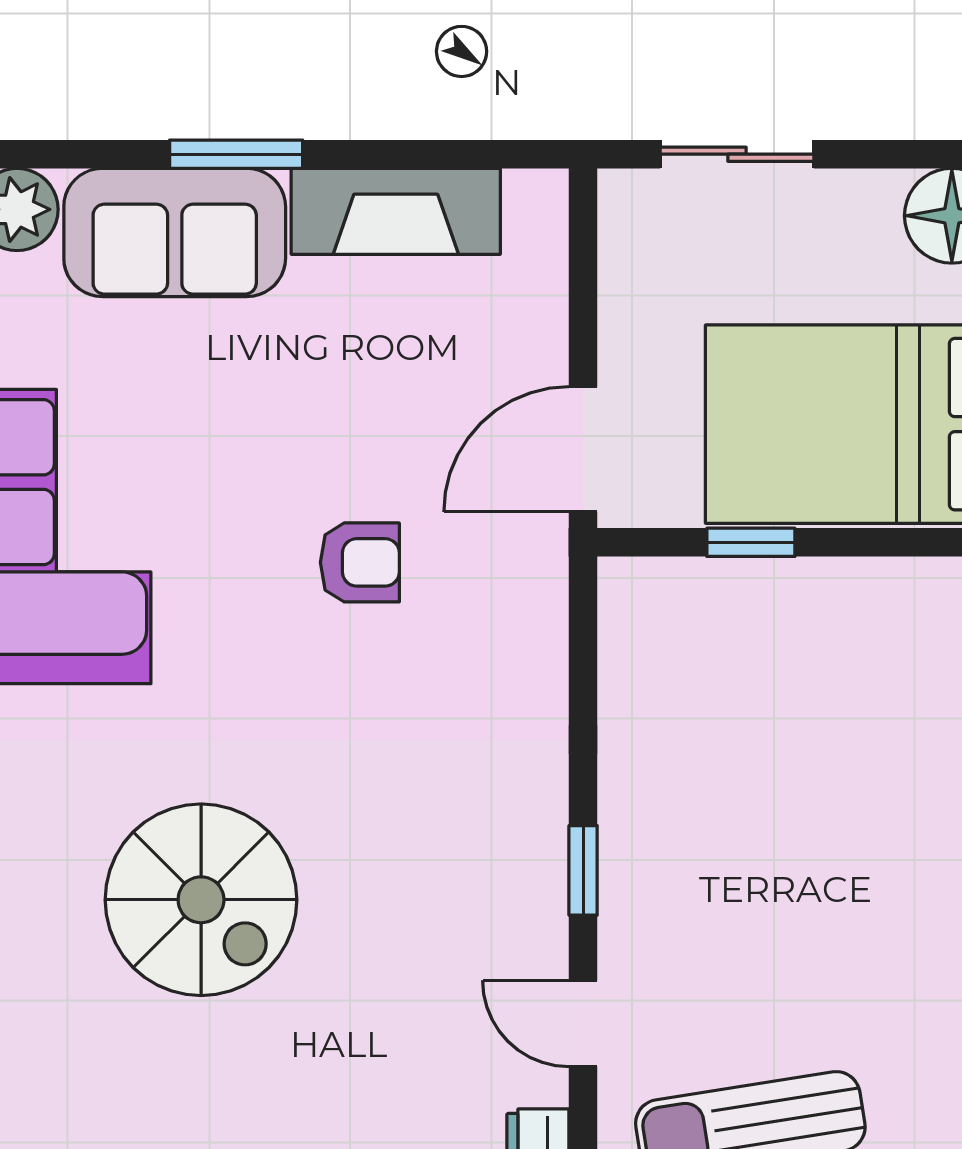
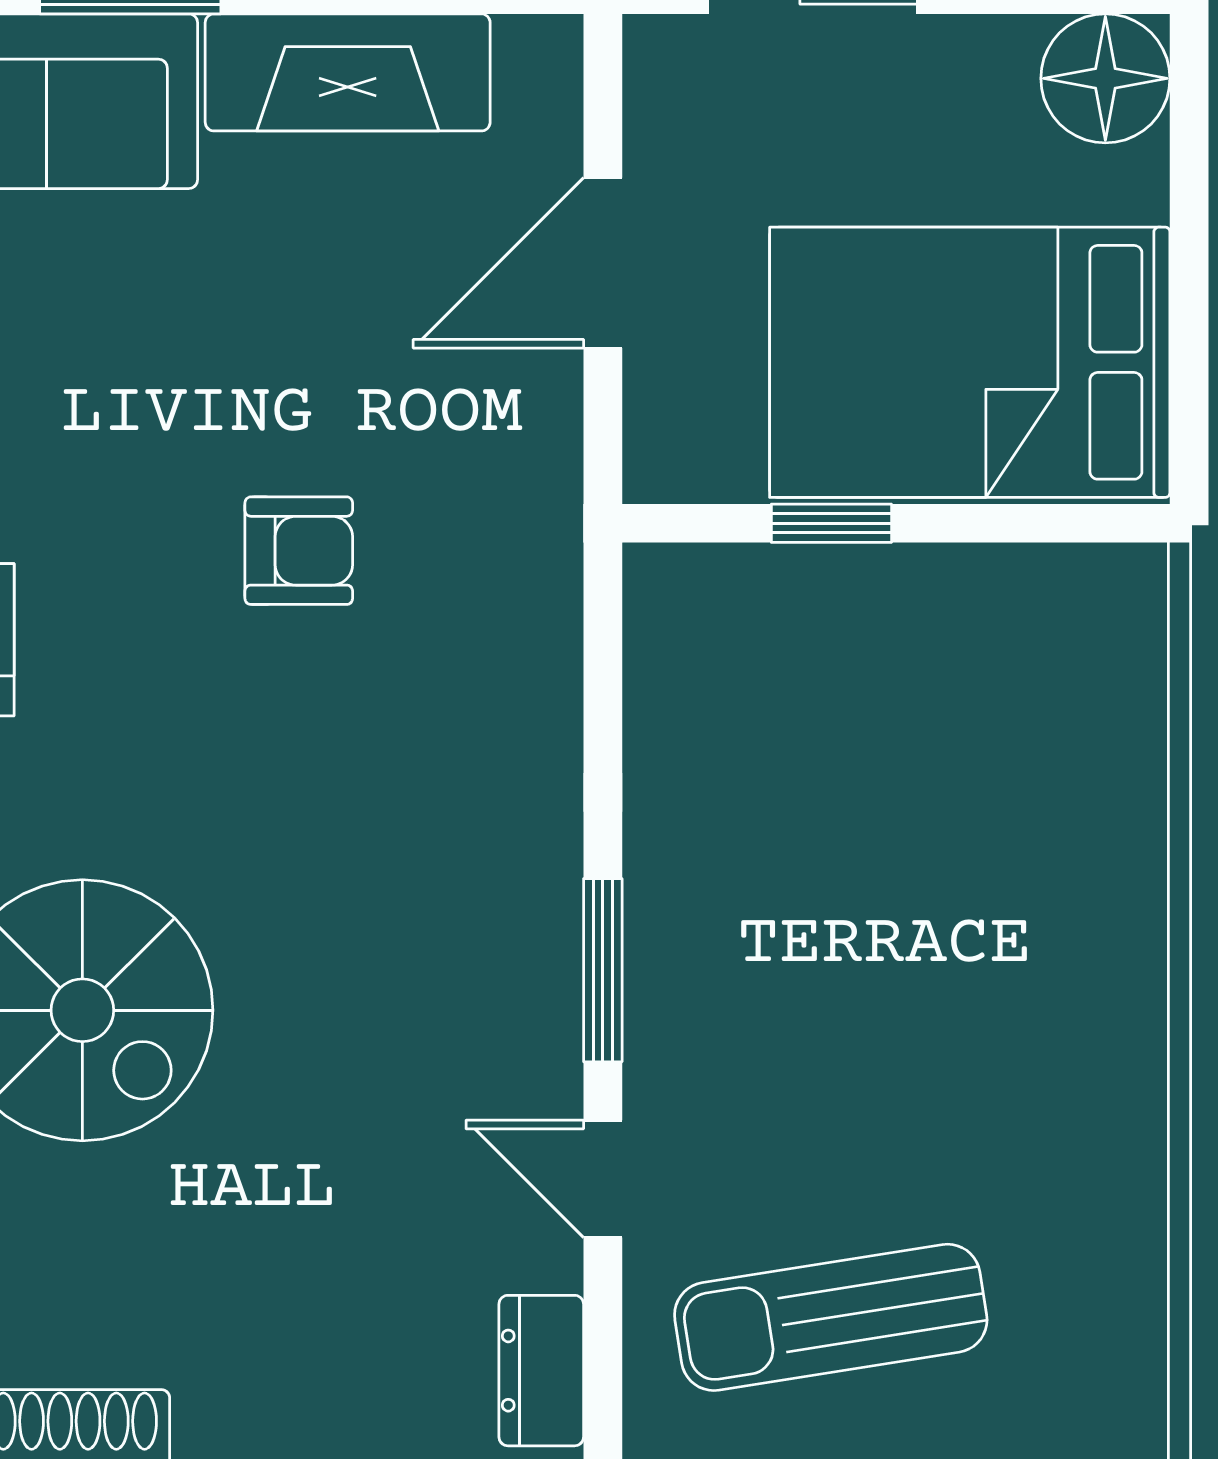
door: (583, 449) -> (603, 263), moved
window: (583, 870) -> (603, 970), width x1.50

